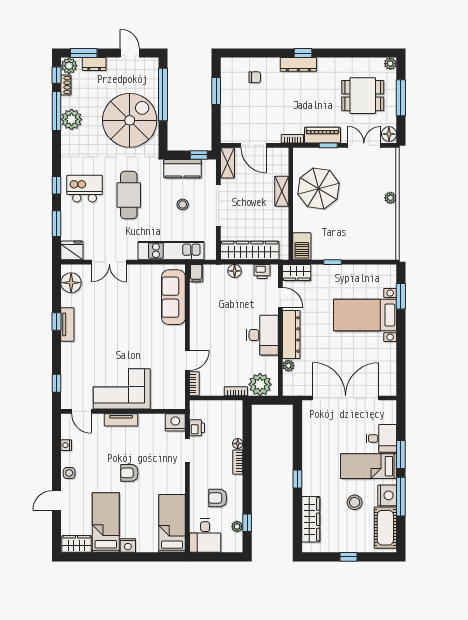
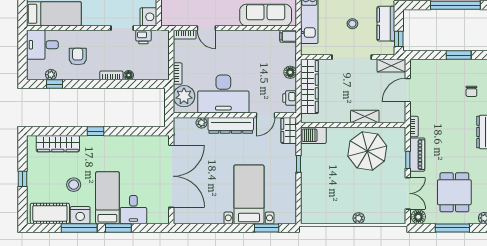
desk: (262, 335) -> (223, 94), width x1.36, depth x1.30

